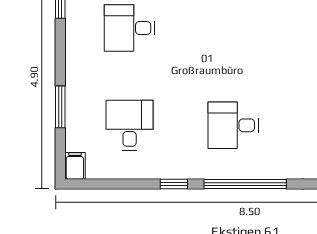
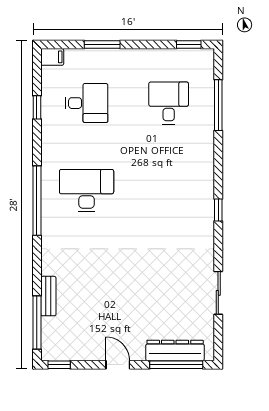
desk: (233, 125) -> (87, 190), width x1.37
window: (174, 184) -> (37, 107), moved

